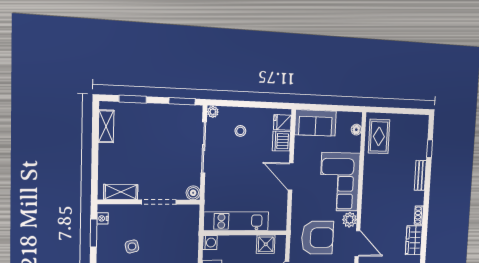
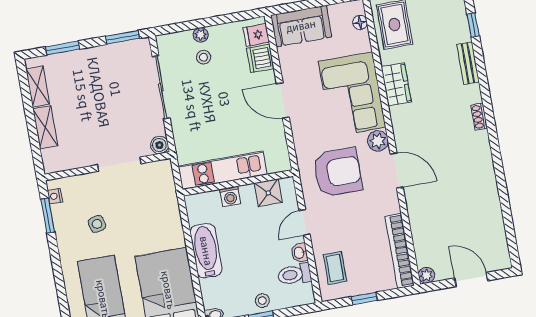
plant: (213, 112) -> (201, 35), moved
shelving: (121, 192) -> (45, 127), moved, turned 90
wardrobe: (414, 240) -> (396, 84), moved, turned 180
washing machine: (210, 243) -> (230, 196), moved, turned 90

